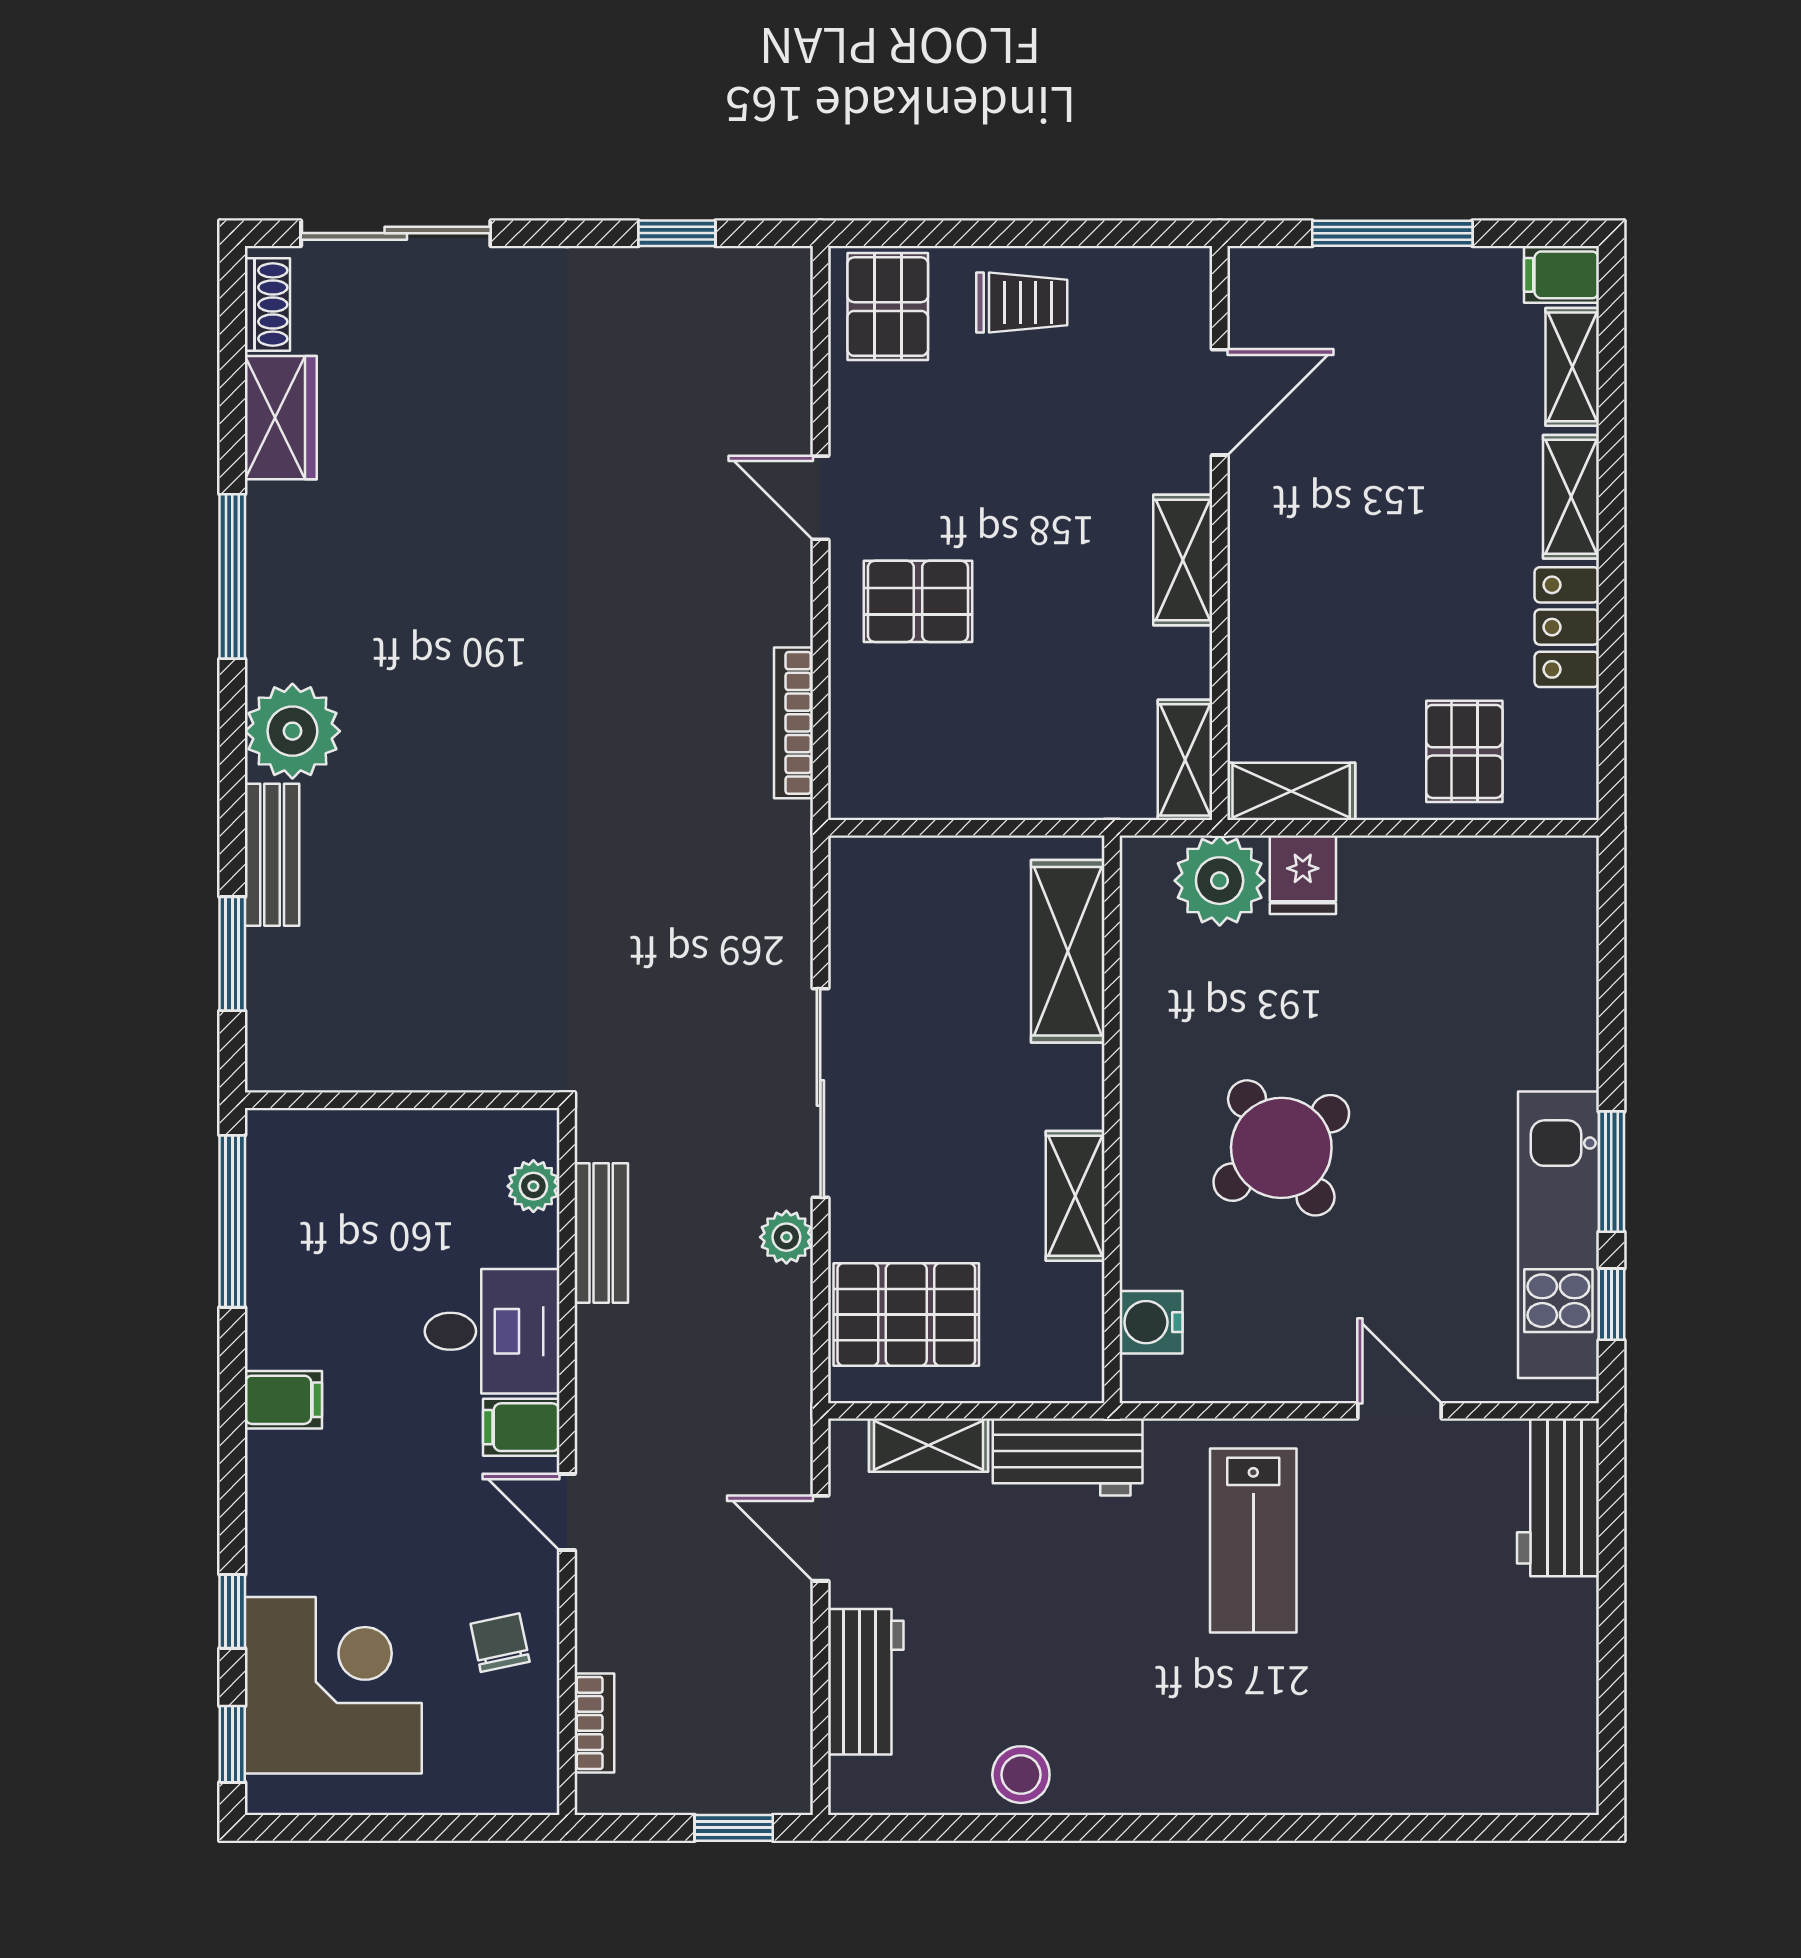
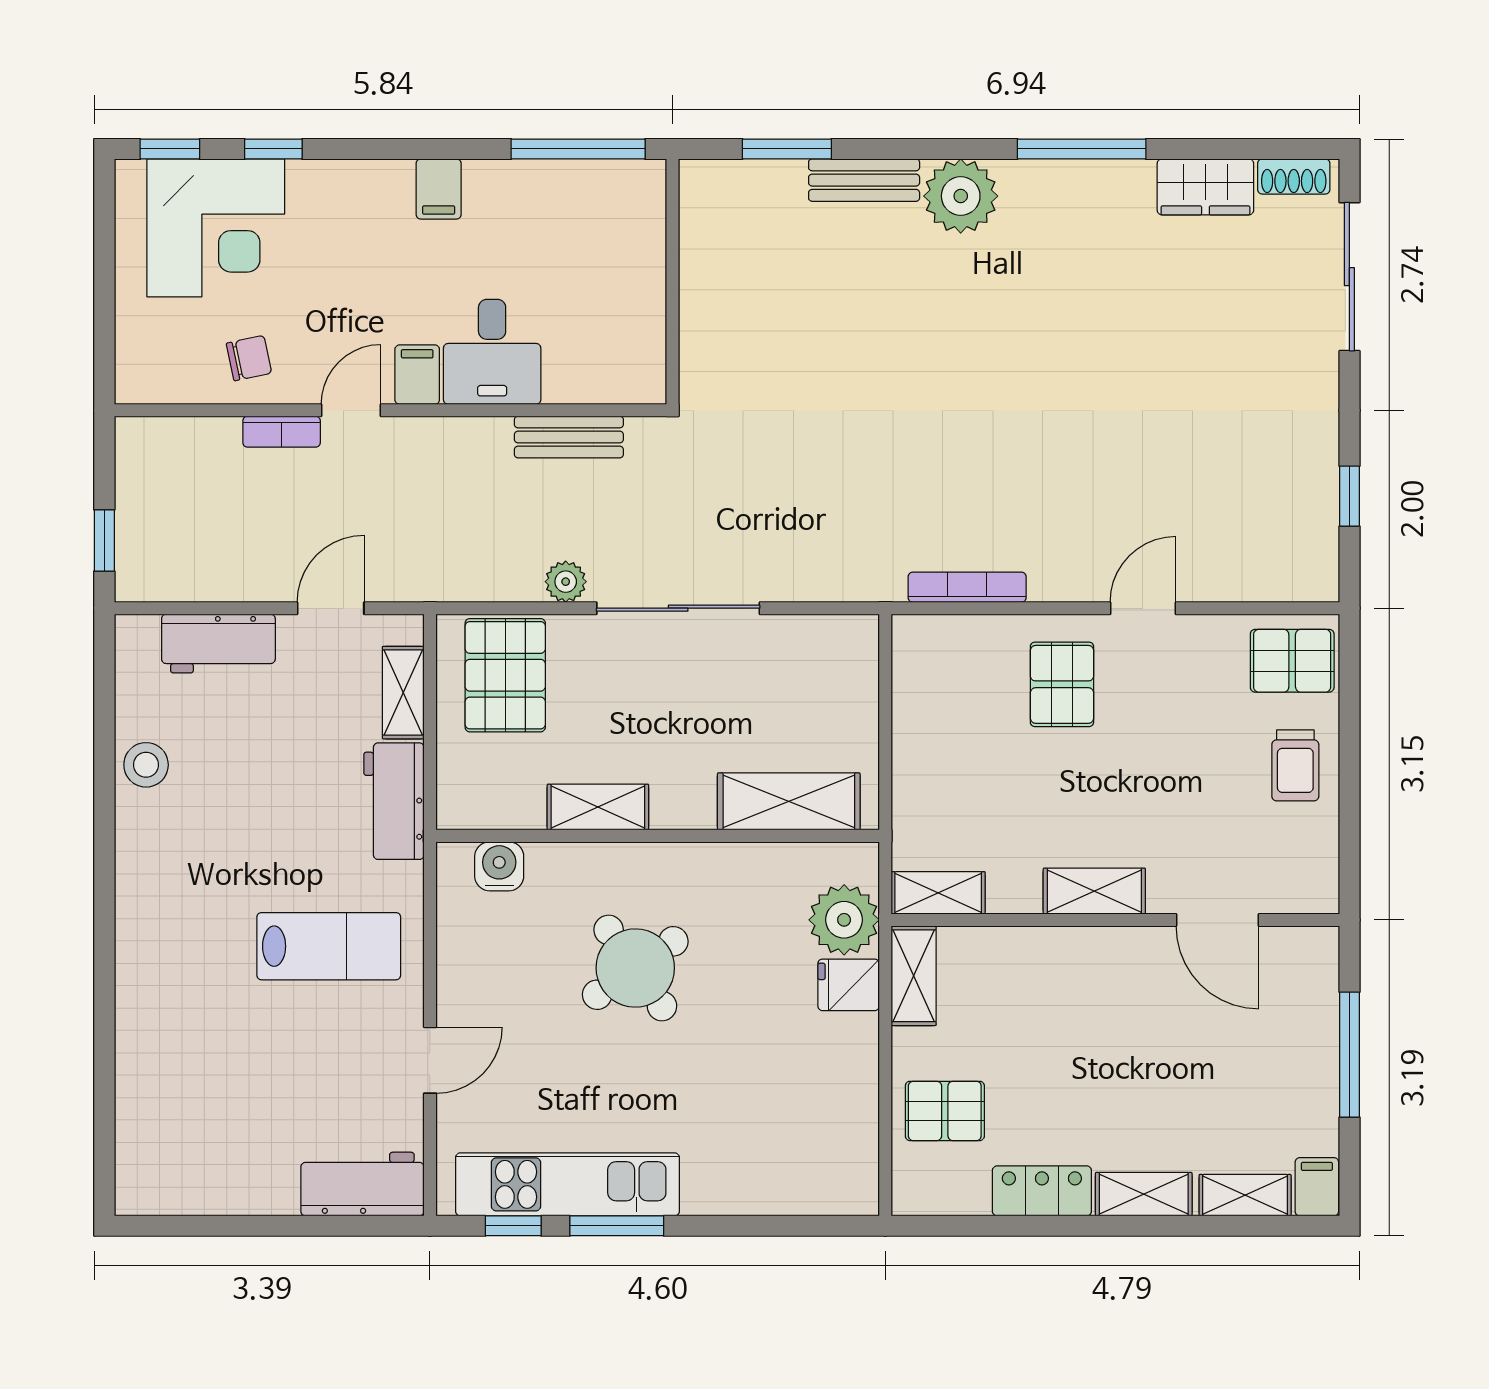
plant: (533, 1186) -> (605, 384), removed
lab bench: (1253, 1541) -> (329, 946), turned 180
bookcase: (594, 1723) -> (282, 432), moved

